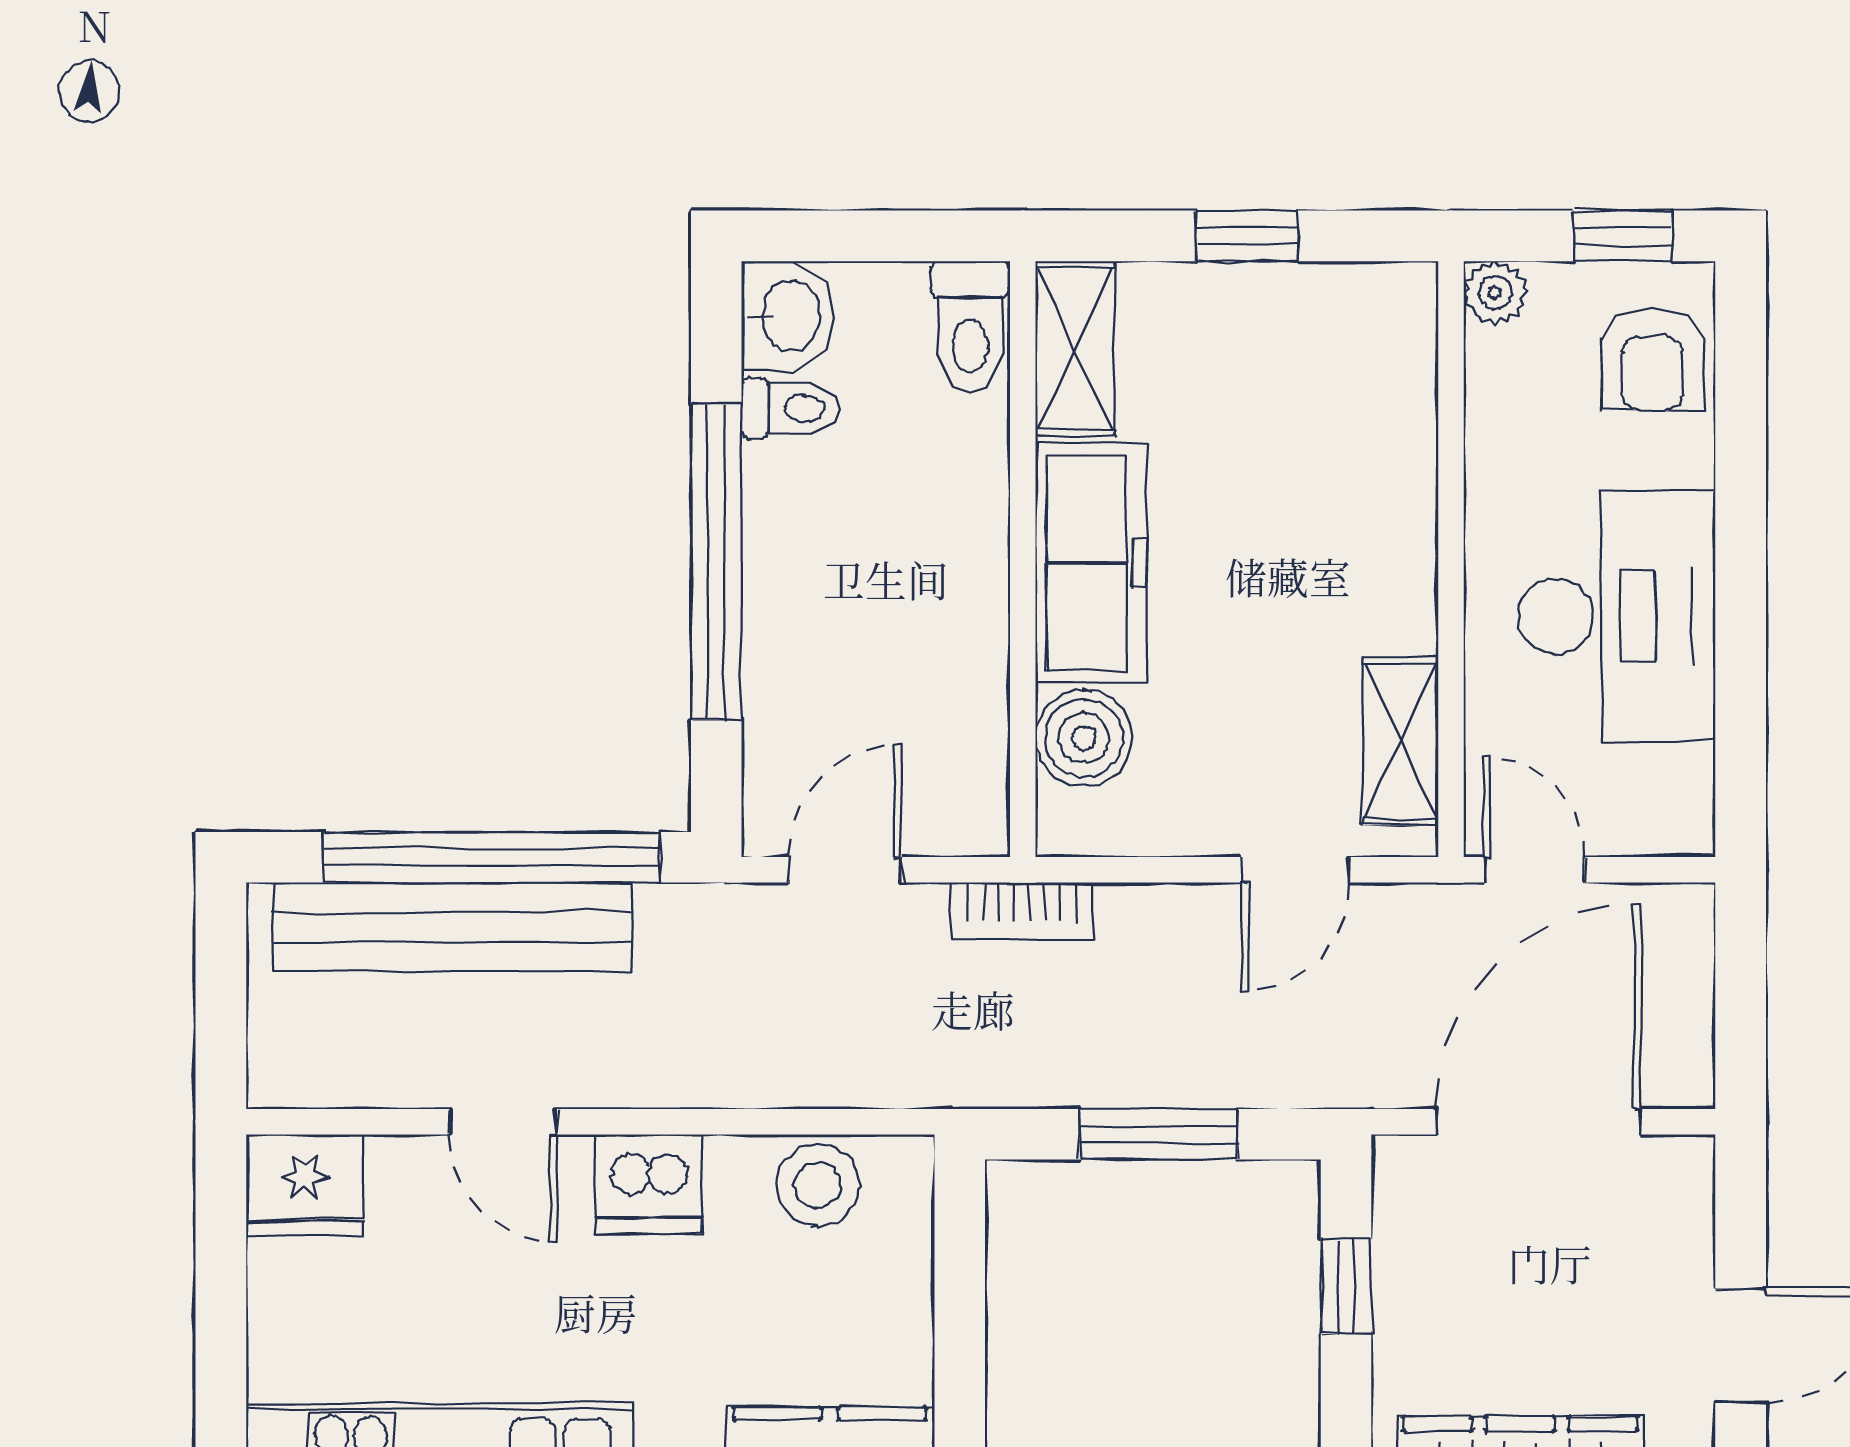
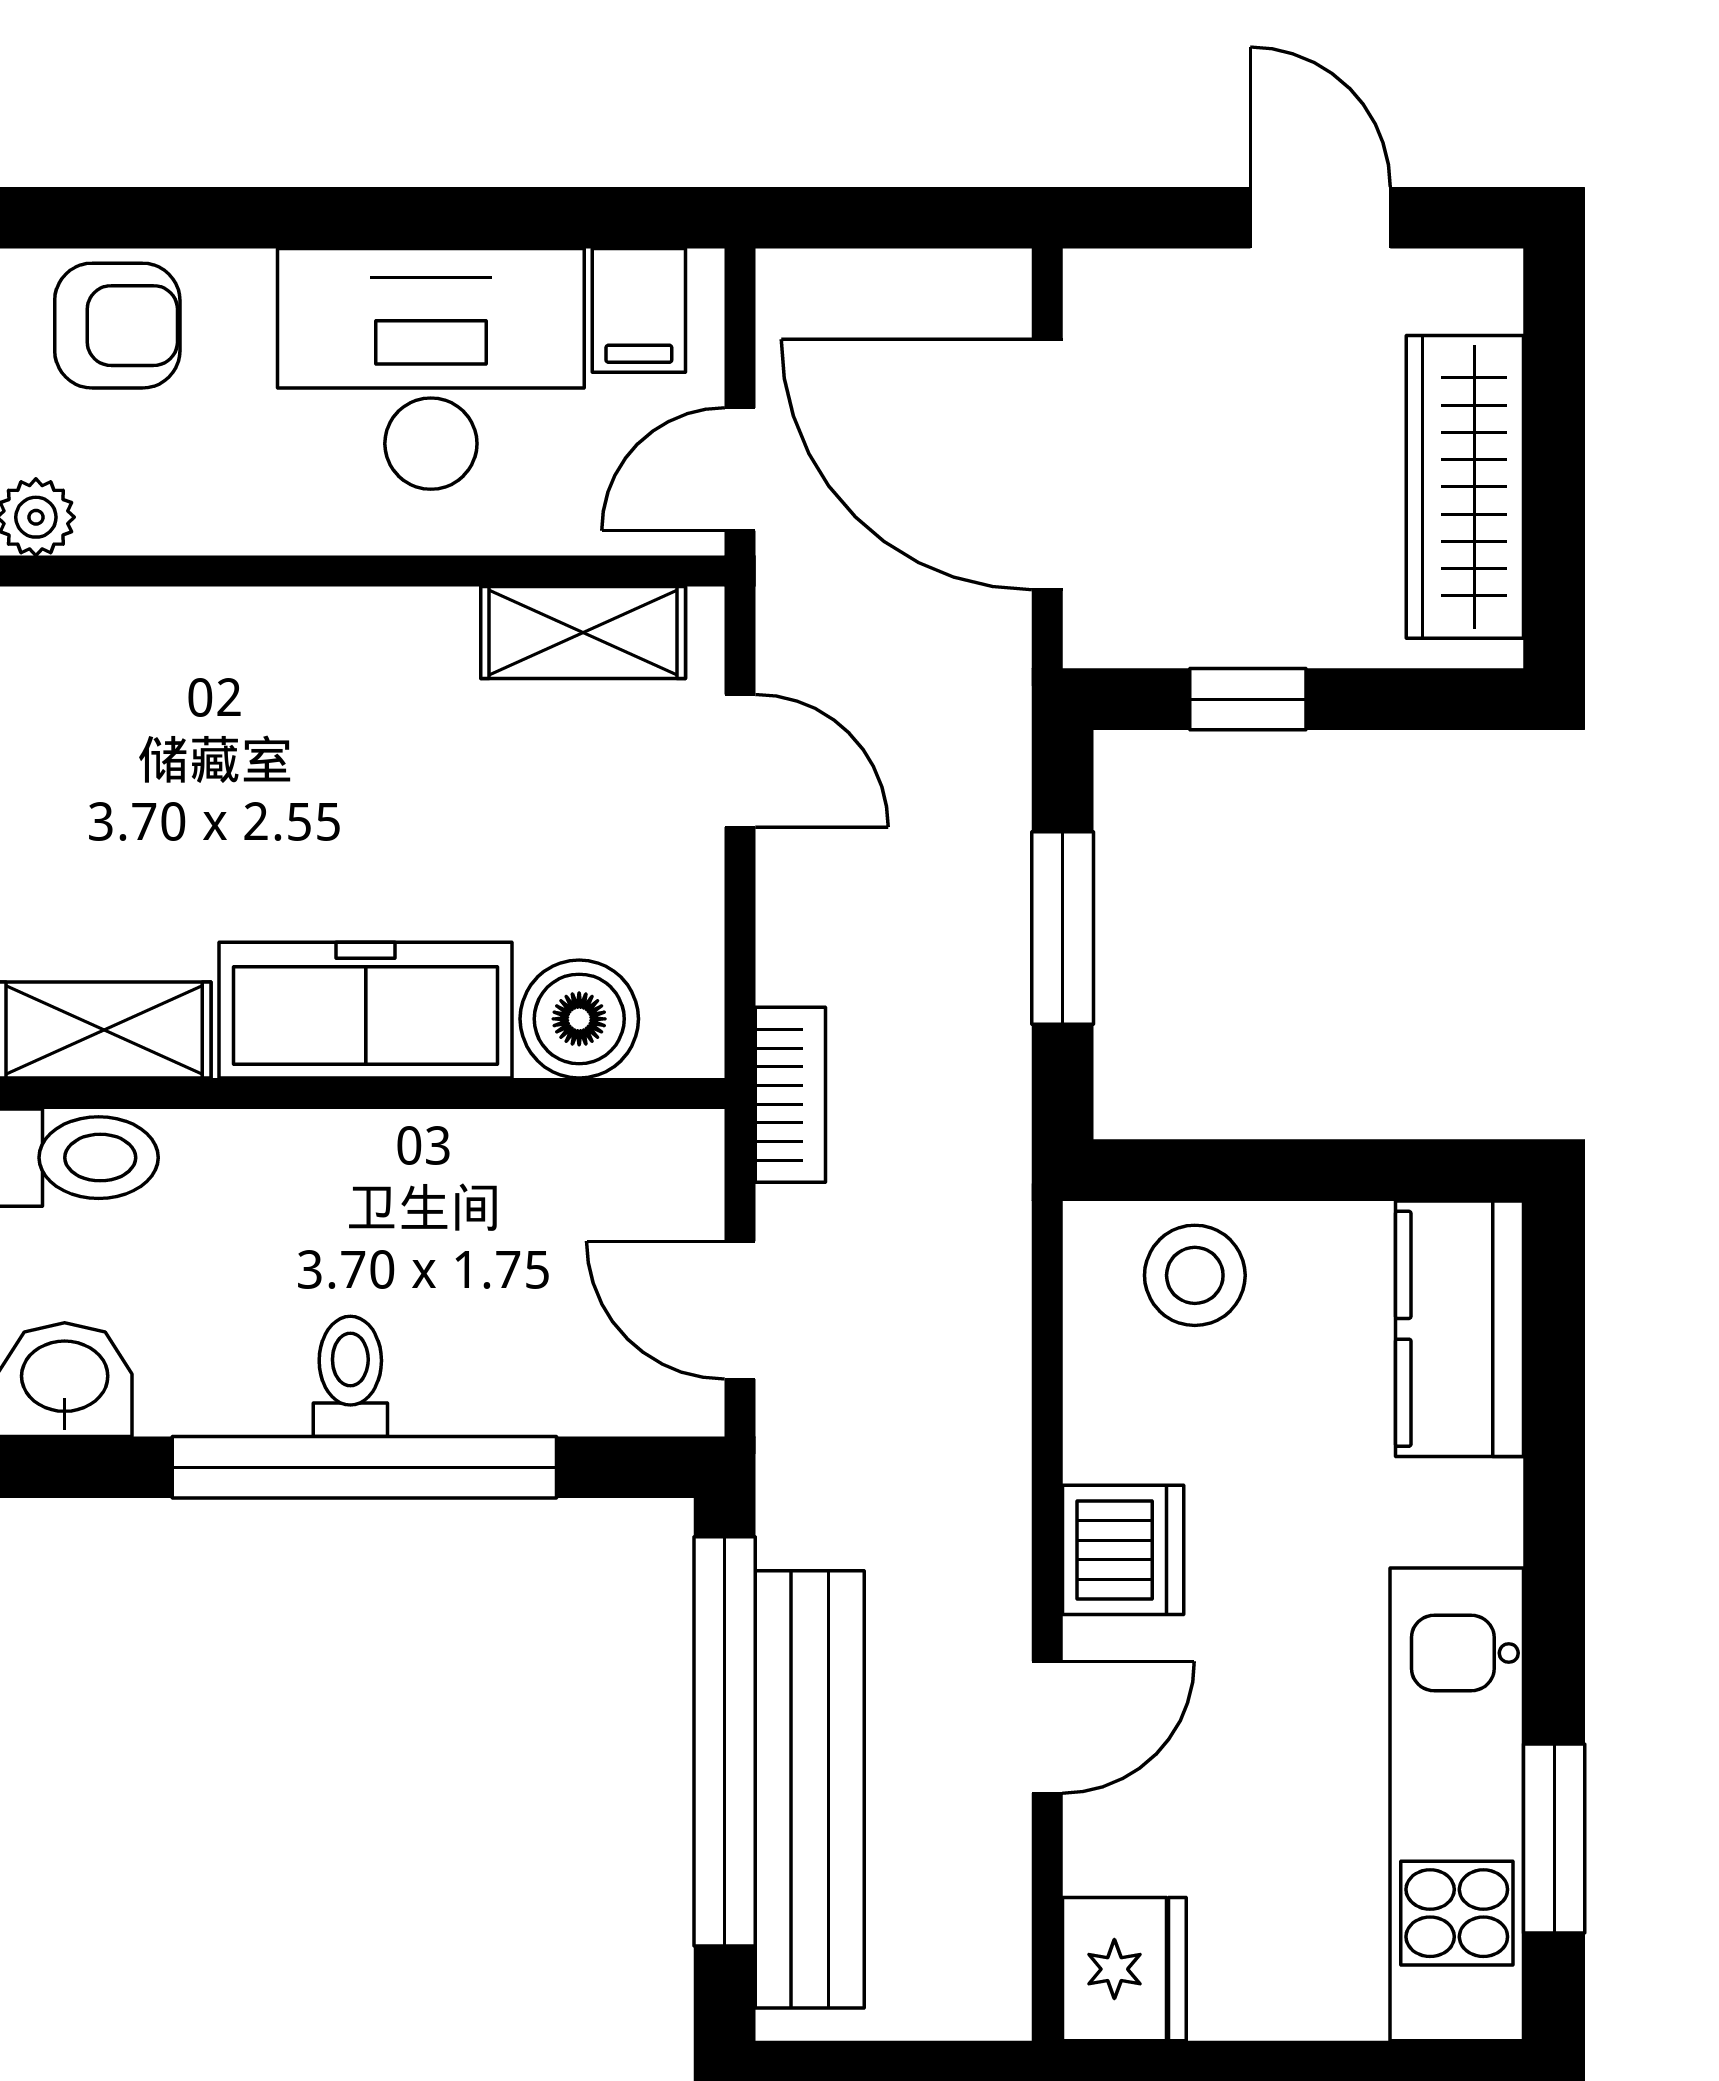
toilet: (791, 408) -> (350, 1376), moved
filing cabinet: (1665, 787) -> (639, 310), added
stool: (818, 1185) -> (1195, 1275), moved

